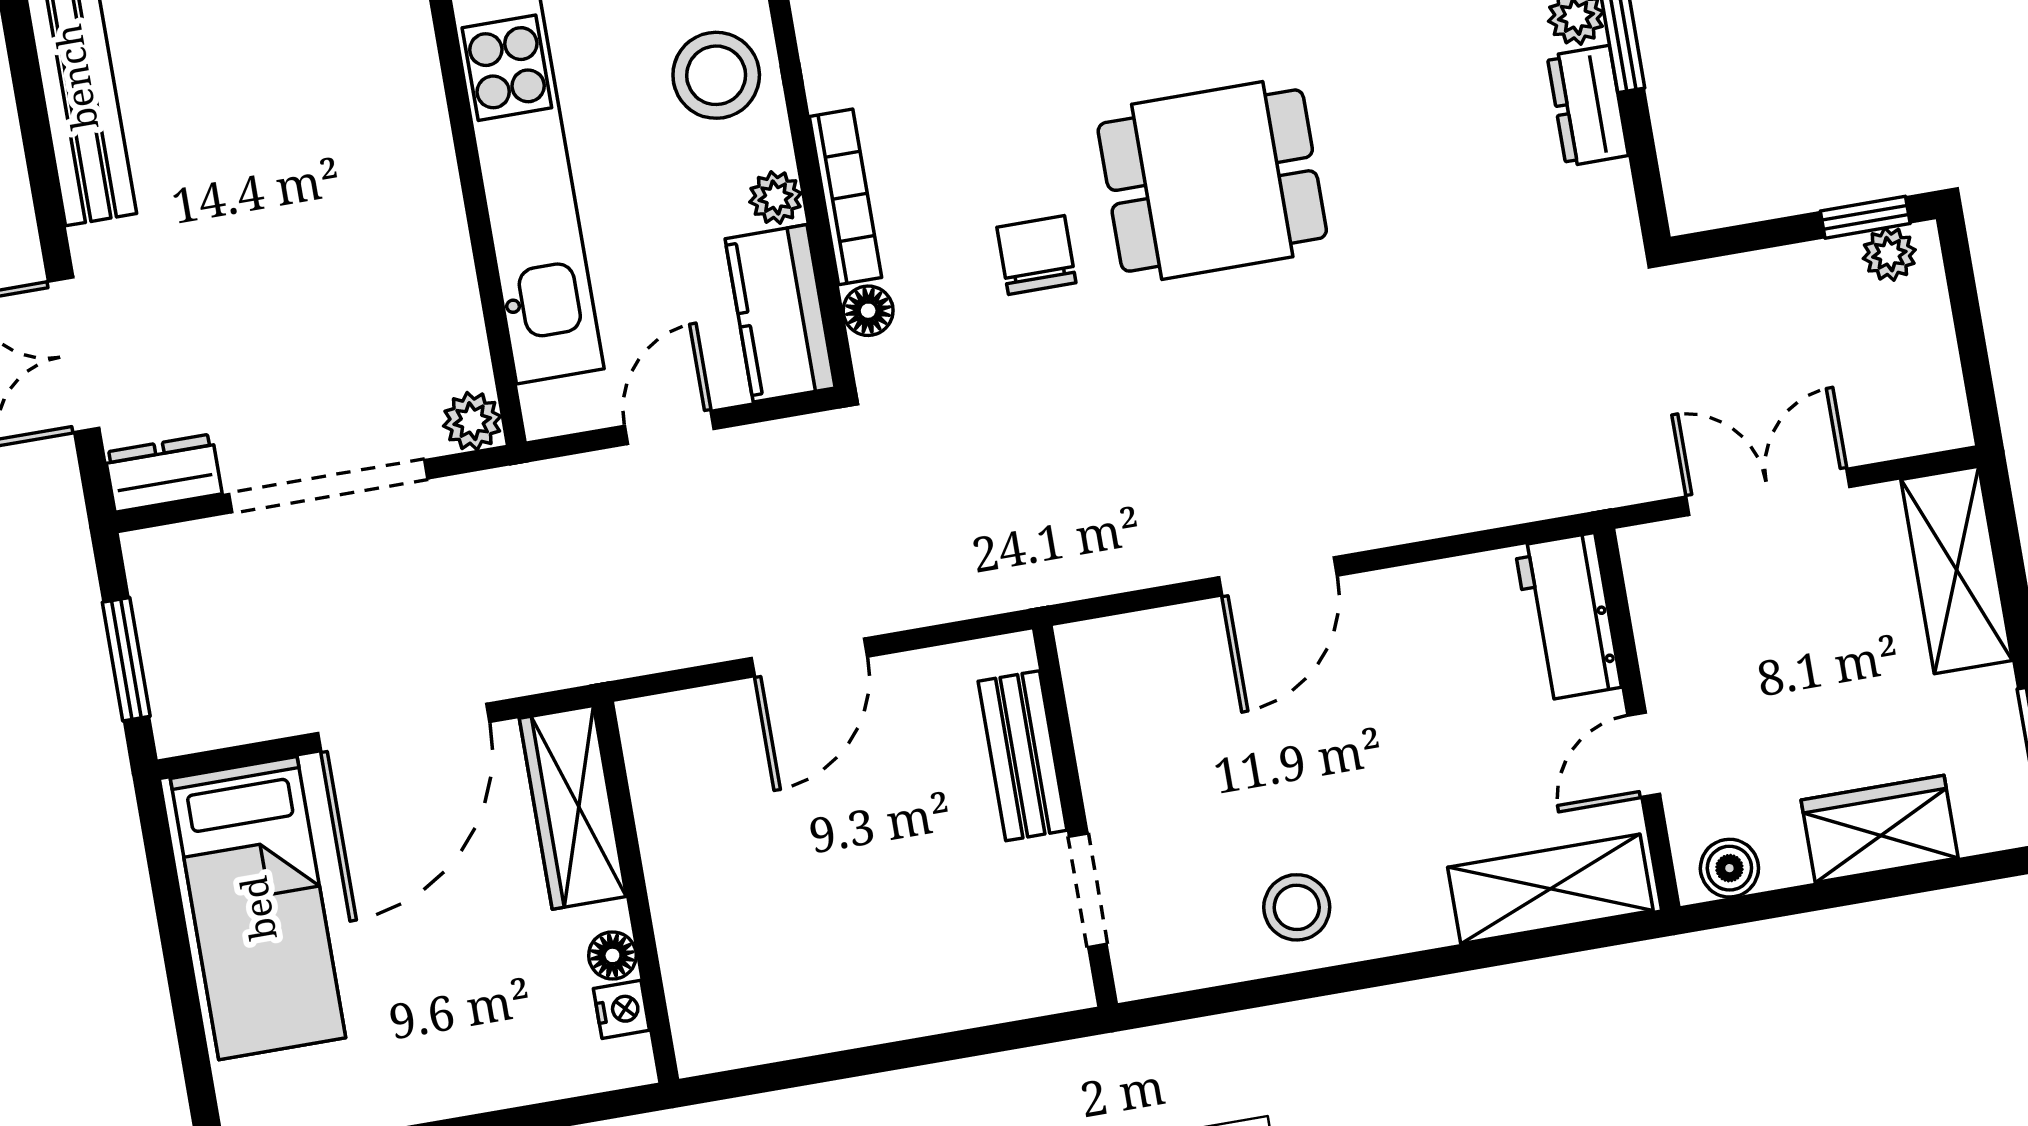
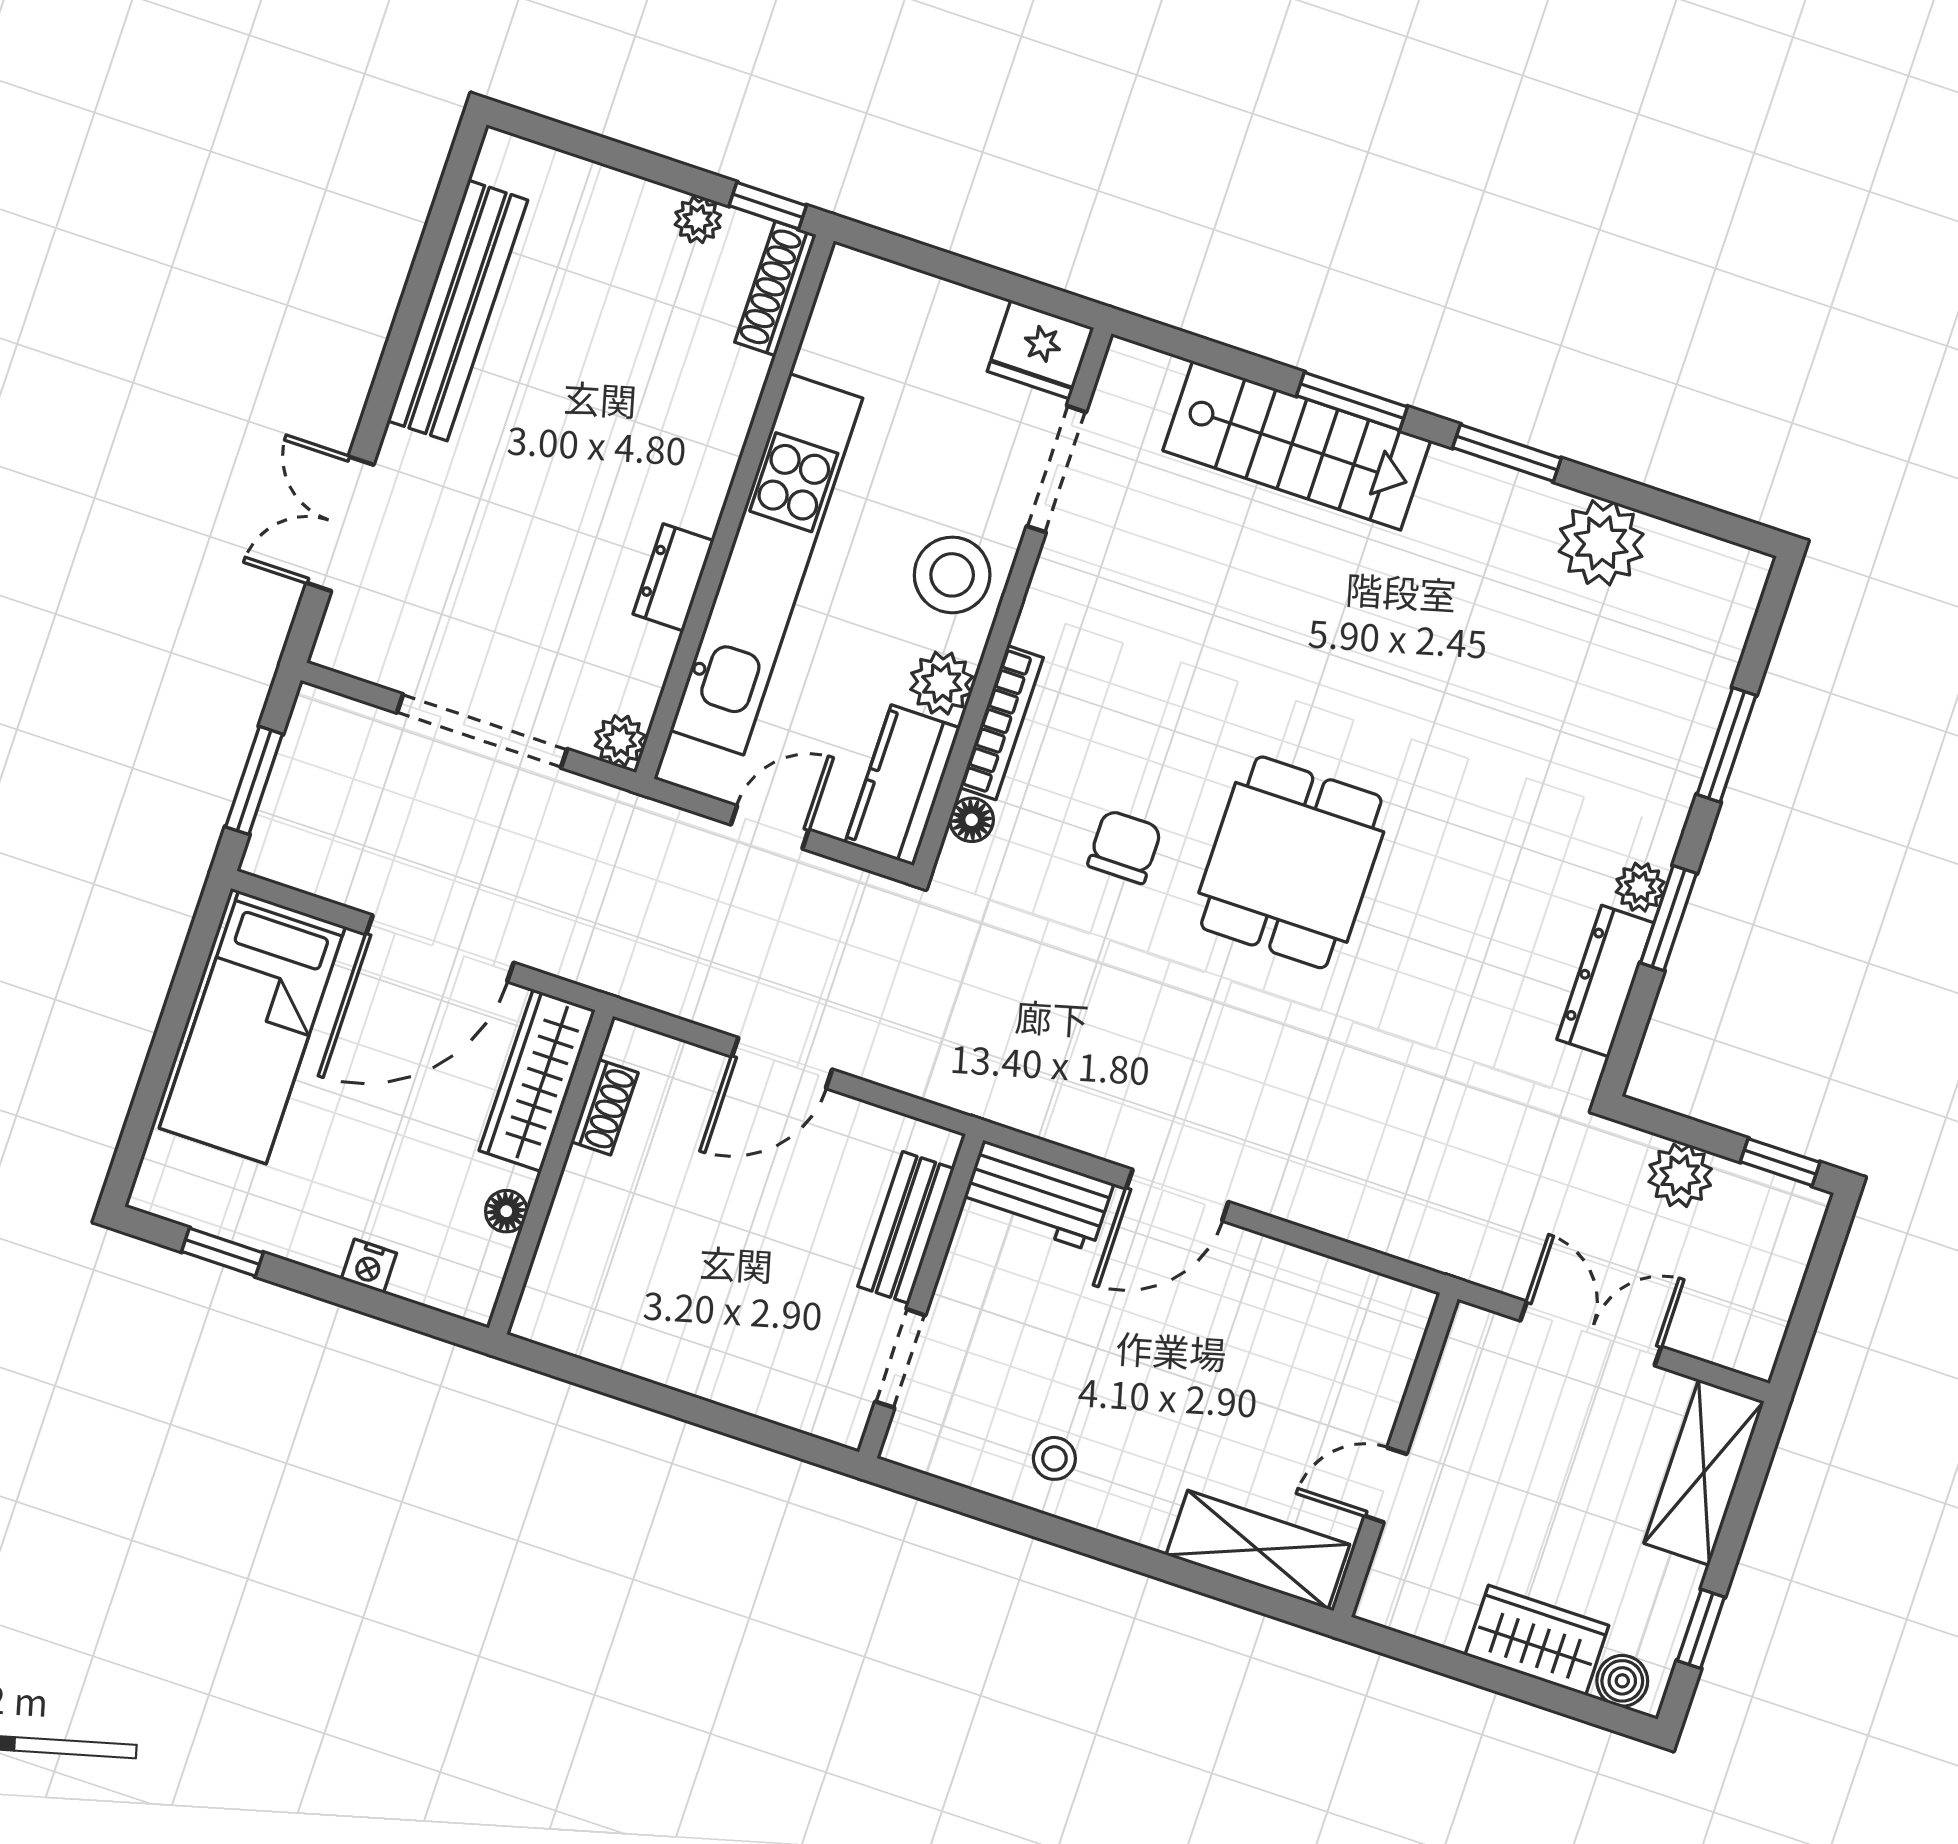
dresser: (1588, 106) -> (1605, 981), width x1.44
dining table: (1212, 181) -> (1291, 862), turned 90
plant: (776, 198) -> (942, 683), width x1.38, depth x1.38
plant: (1889, 254) -> (1680, 1175), moved, width x1.38, depth x1.38
dresser: (163, 473) -> (673, 577), moved, turned -90
workbench: (1568, 617) -> (1037, 1196), moved, turned -90
shoe rack: (655, 798) -> (605, 1107), added
boiler: (1729, 868) -> (1622, 1681), moved
stool: (1297, 907) -> (1054, 1458), width x0.73, depth x0.73
nightstand: (621, 1009) -> (369, 1266), moved, turned 90

